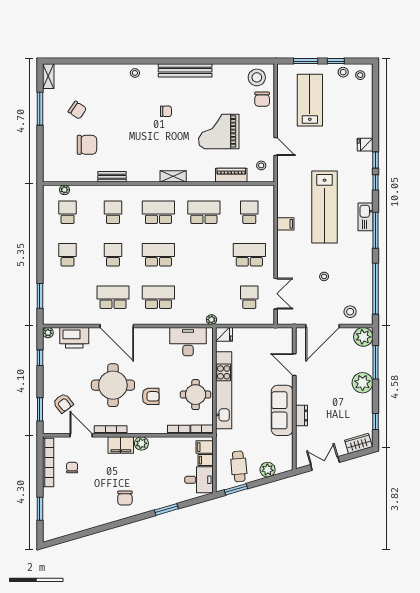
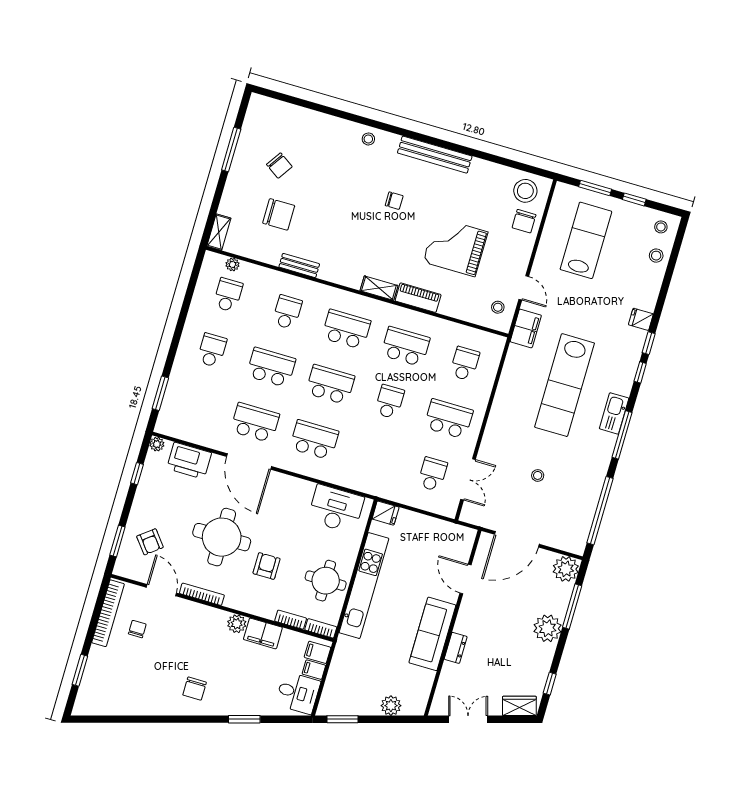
stool: (343, 72) -> (656, 256), moved
shelving: (48, 76) -> (219, 232), moved
piano: (231, 175) -> (418, 298), moved
filing cabinet: (285, 224) -> (526, 328), moved, width x2.00
school desk: (113, 255) -> (271, 367), width x1.85
school desk: (204, 255) -> (389, 402), added
stool: (350, 312) -> (558, 531), removed
plant: (211, 320) -> (375, 489), removed
armchair: (151, 396) -> (267, 566), turned -90
filing cabinet: (121, 445) -> (263, 633), moved
cafe table: (239, 466) -> (355, 690), removed

